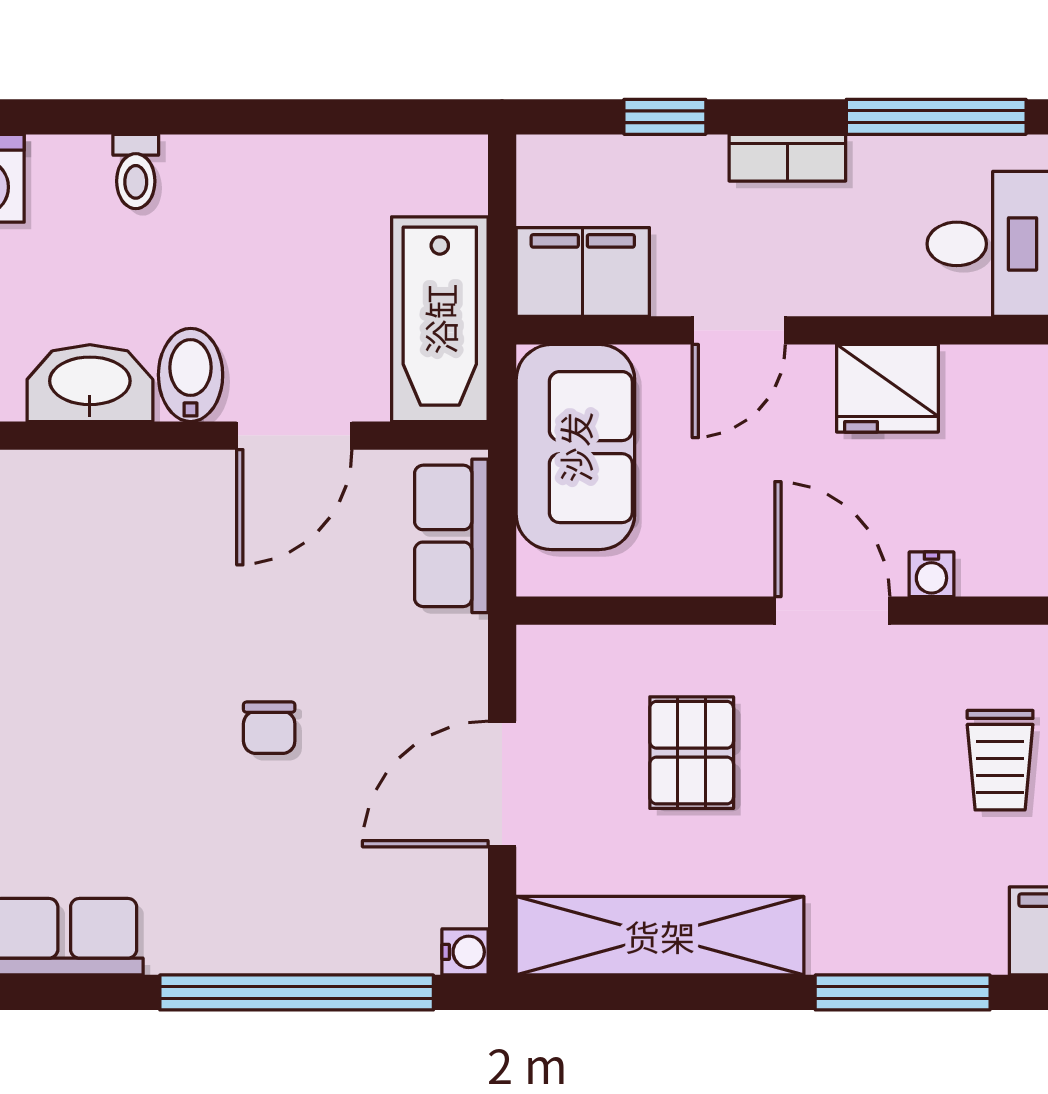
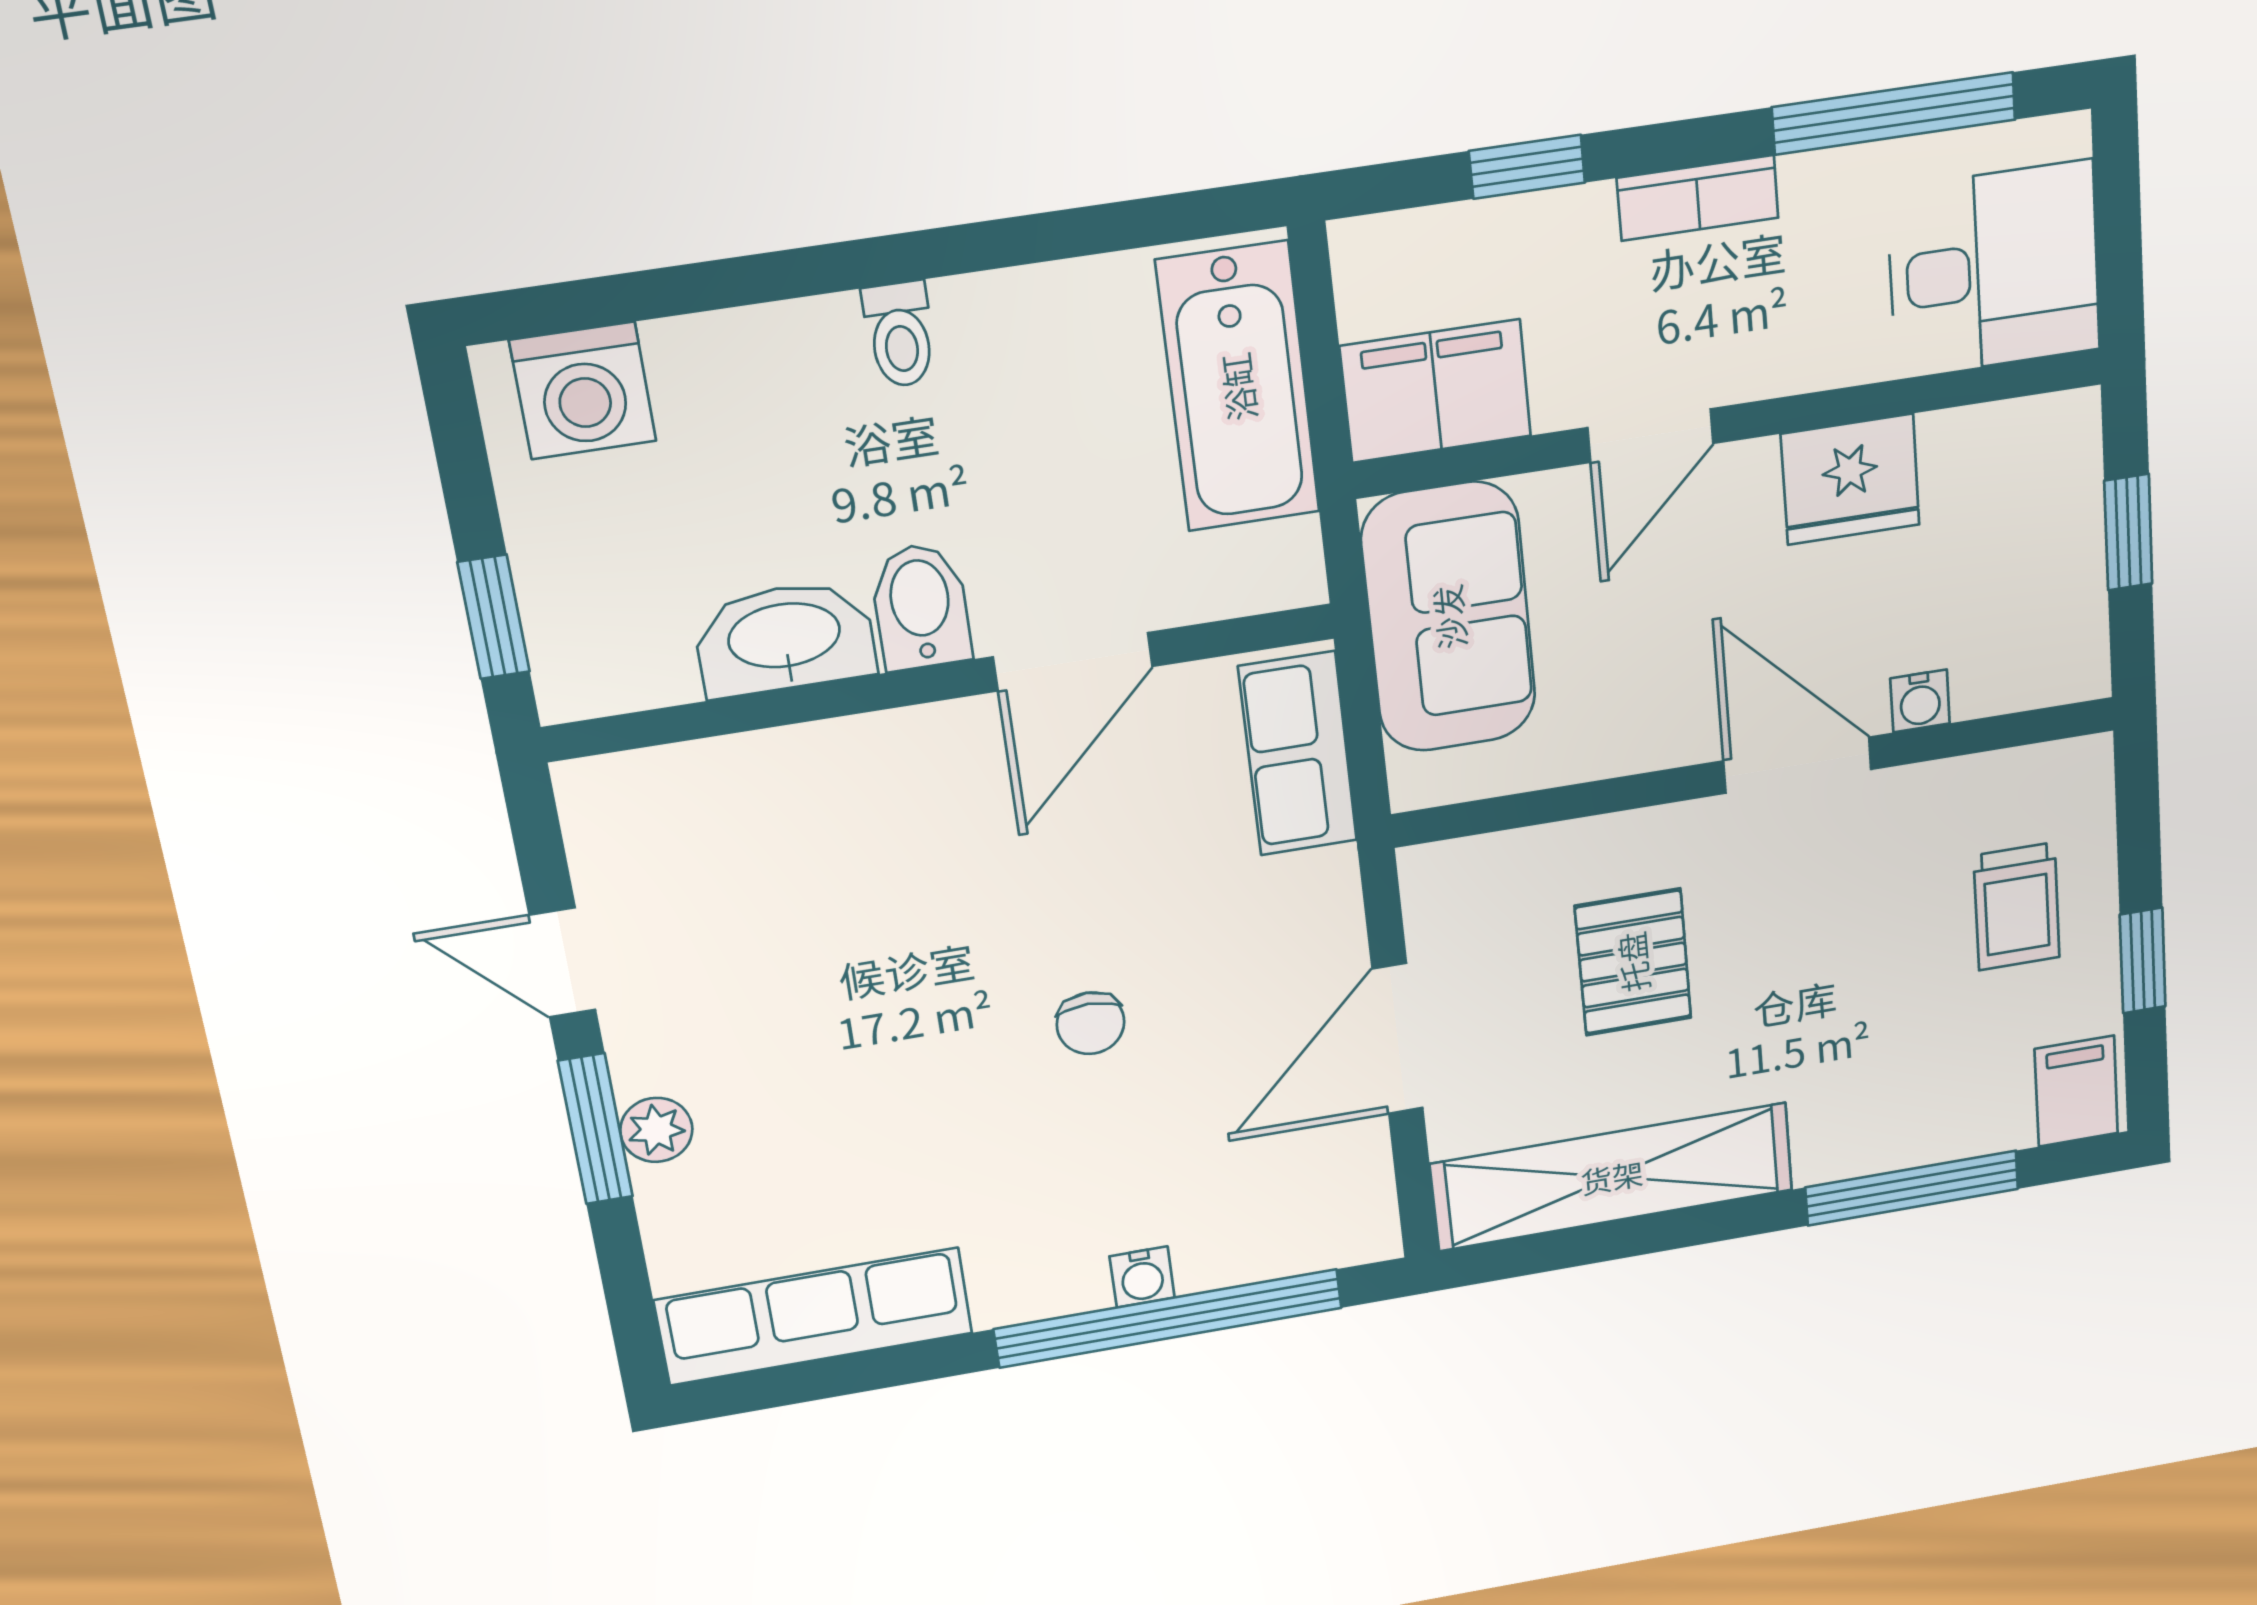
toilet: (136, 171) -> (900, 334), moved
bathtub: (440, 319) -> (1238, 387), moved
water cooler: (465, 952) -> (1142, 1277), moved, turned 90

